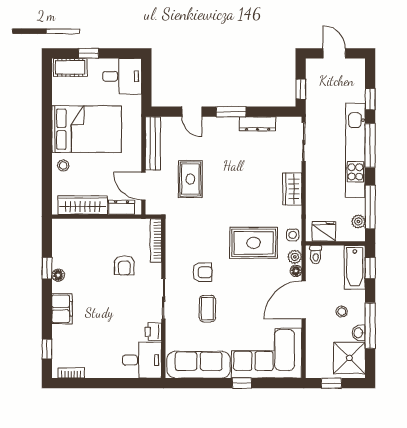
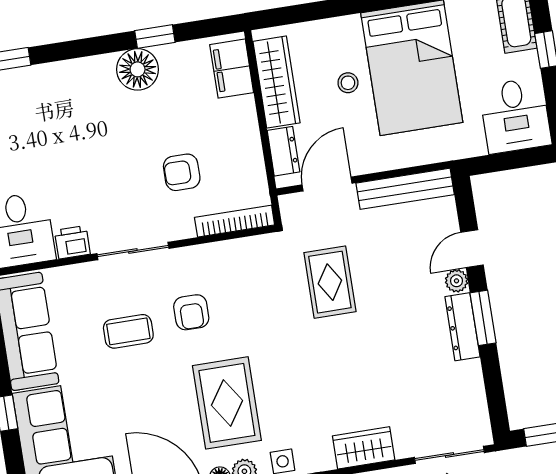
plant: (208, 123) -> (457, 281), added
dresser: (258, 124) -> (462, 327), moved
stool: (63, 165) -> (348, 83), moved
rug: (190, 179) -> (330, 282), moved, turned 90
rug: (254, 243) -> (227, 403), moved
floor lamp: (58, 275) -> (138, 69), width x1.89, depth x1.89
filing cabinet: (62, 309) -> (232, 69), moved, turned 90

